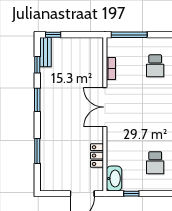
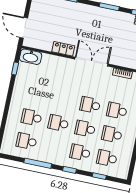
locker: (97, 156) -> (63, 49), moved
school desk: (155, 163) -> (90, 105), moved

